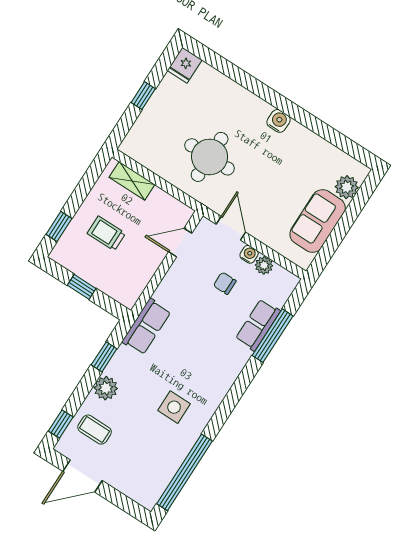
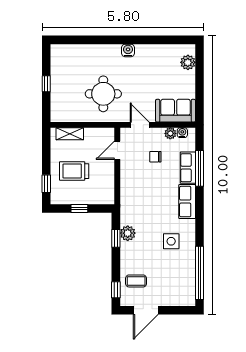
fridge: (185, 65) -> (58, 53), removed
sofa: (318, 221) -> (176, 111), moved, turned 90
trolley: (106, 233) -> (74, 171), width x1.36, depth x1.39
water cooler: (249, 254) -> (182, 133), moved
row of seats: (146, 327) -> (187, 202), moved, turned 180
plant: (106, 388) -> (128, 233), moved

